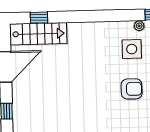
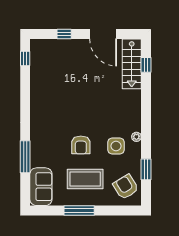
plant: (139, 26) -> (136, 137), moved

